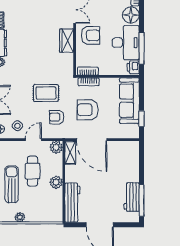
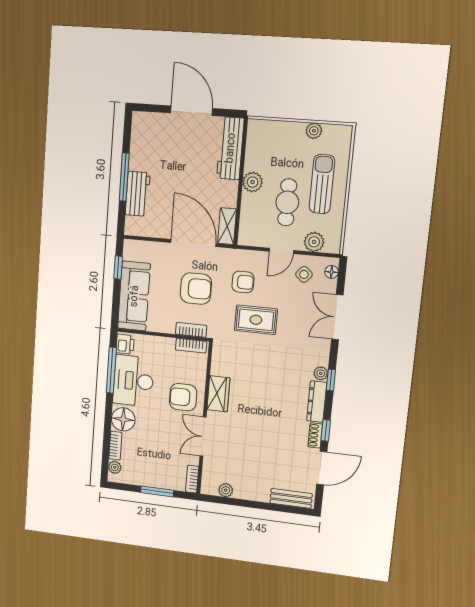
plant: (56, 147) -> (314, 242), moved
sun lounger: (12, 184) -> (322, 184), turned 180
workbench: (132, 197) -> (138, 194), moved
window: (142, 200) -> (124, 177), moved

